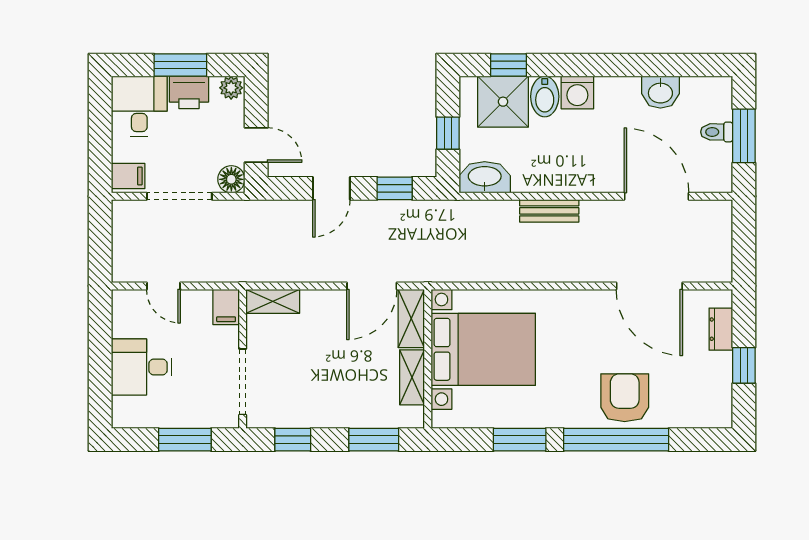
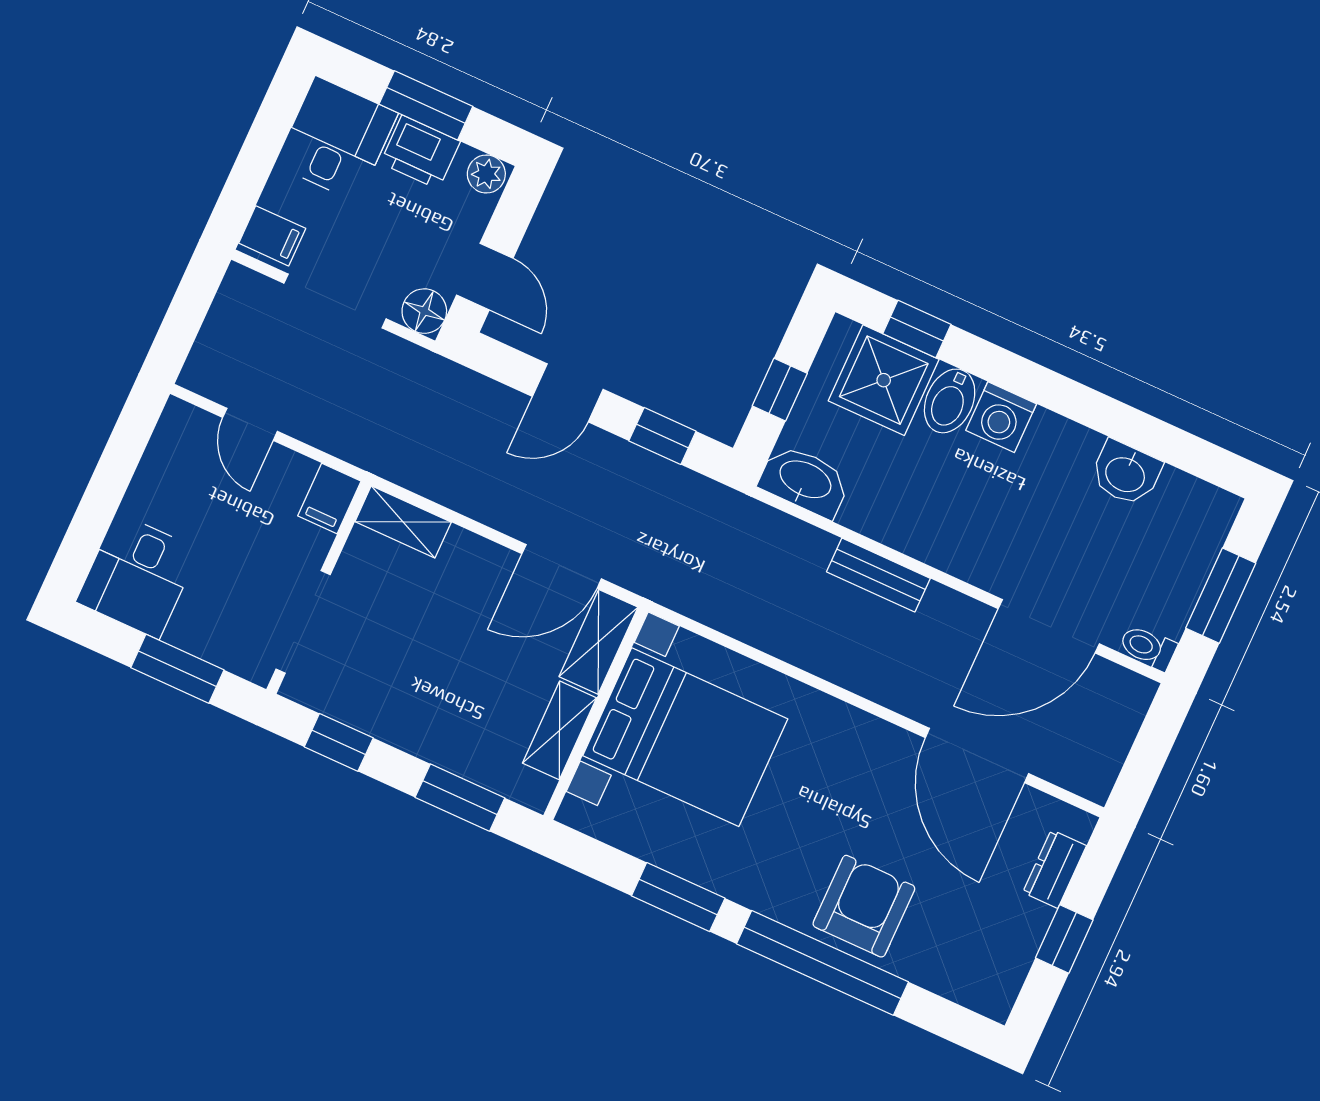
toilet: (717, 132) -> (1148, 647), moved
door: (656, 196) -> (1049, 626), swing flipped
desk: (142, 367) -> (138, 576), moved, turned -90

